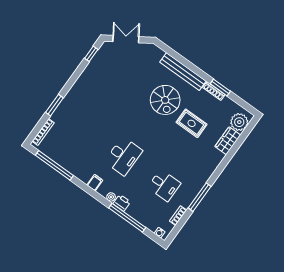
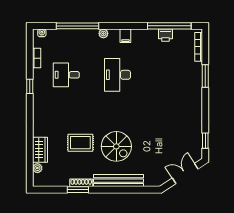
double door: (126, 39) -> (185, 173), swing flipped
spiral stairs: (165, 100) -> (116, 146), turned 180
plant: (239, 122) -> (37, 168), width x0.53, depth x0.53
window: (200, 197) -> (30, 86), width x0.46
printer: (122, 203) -> (166, 35), moved

